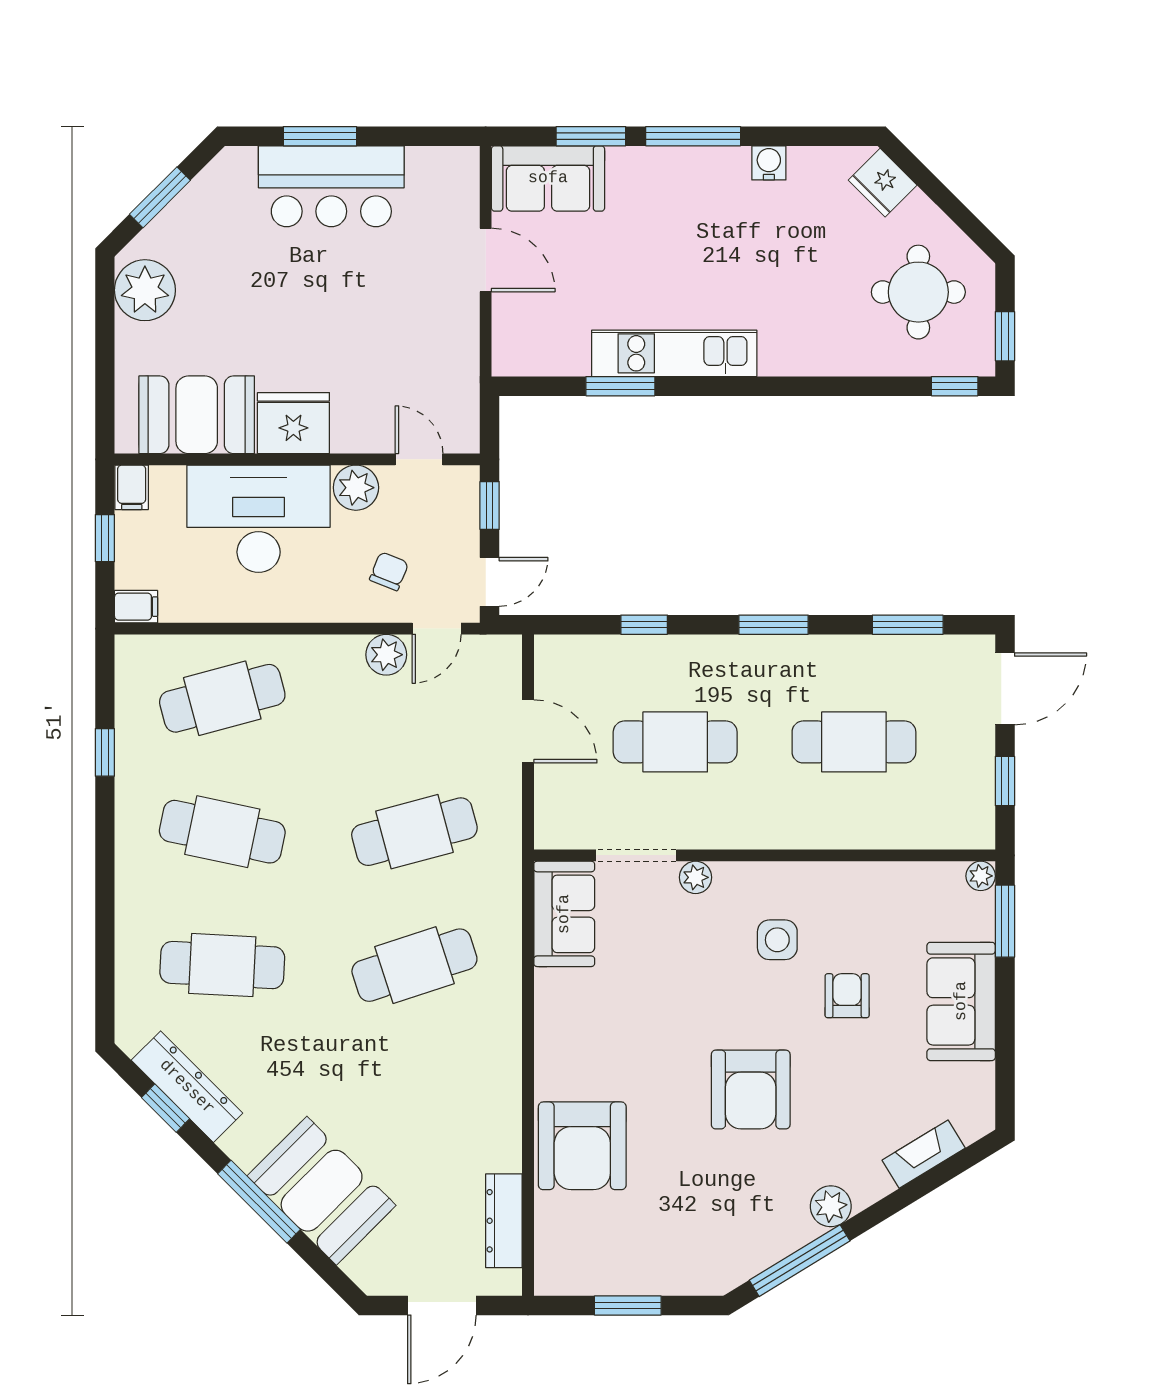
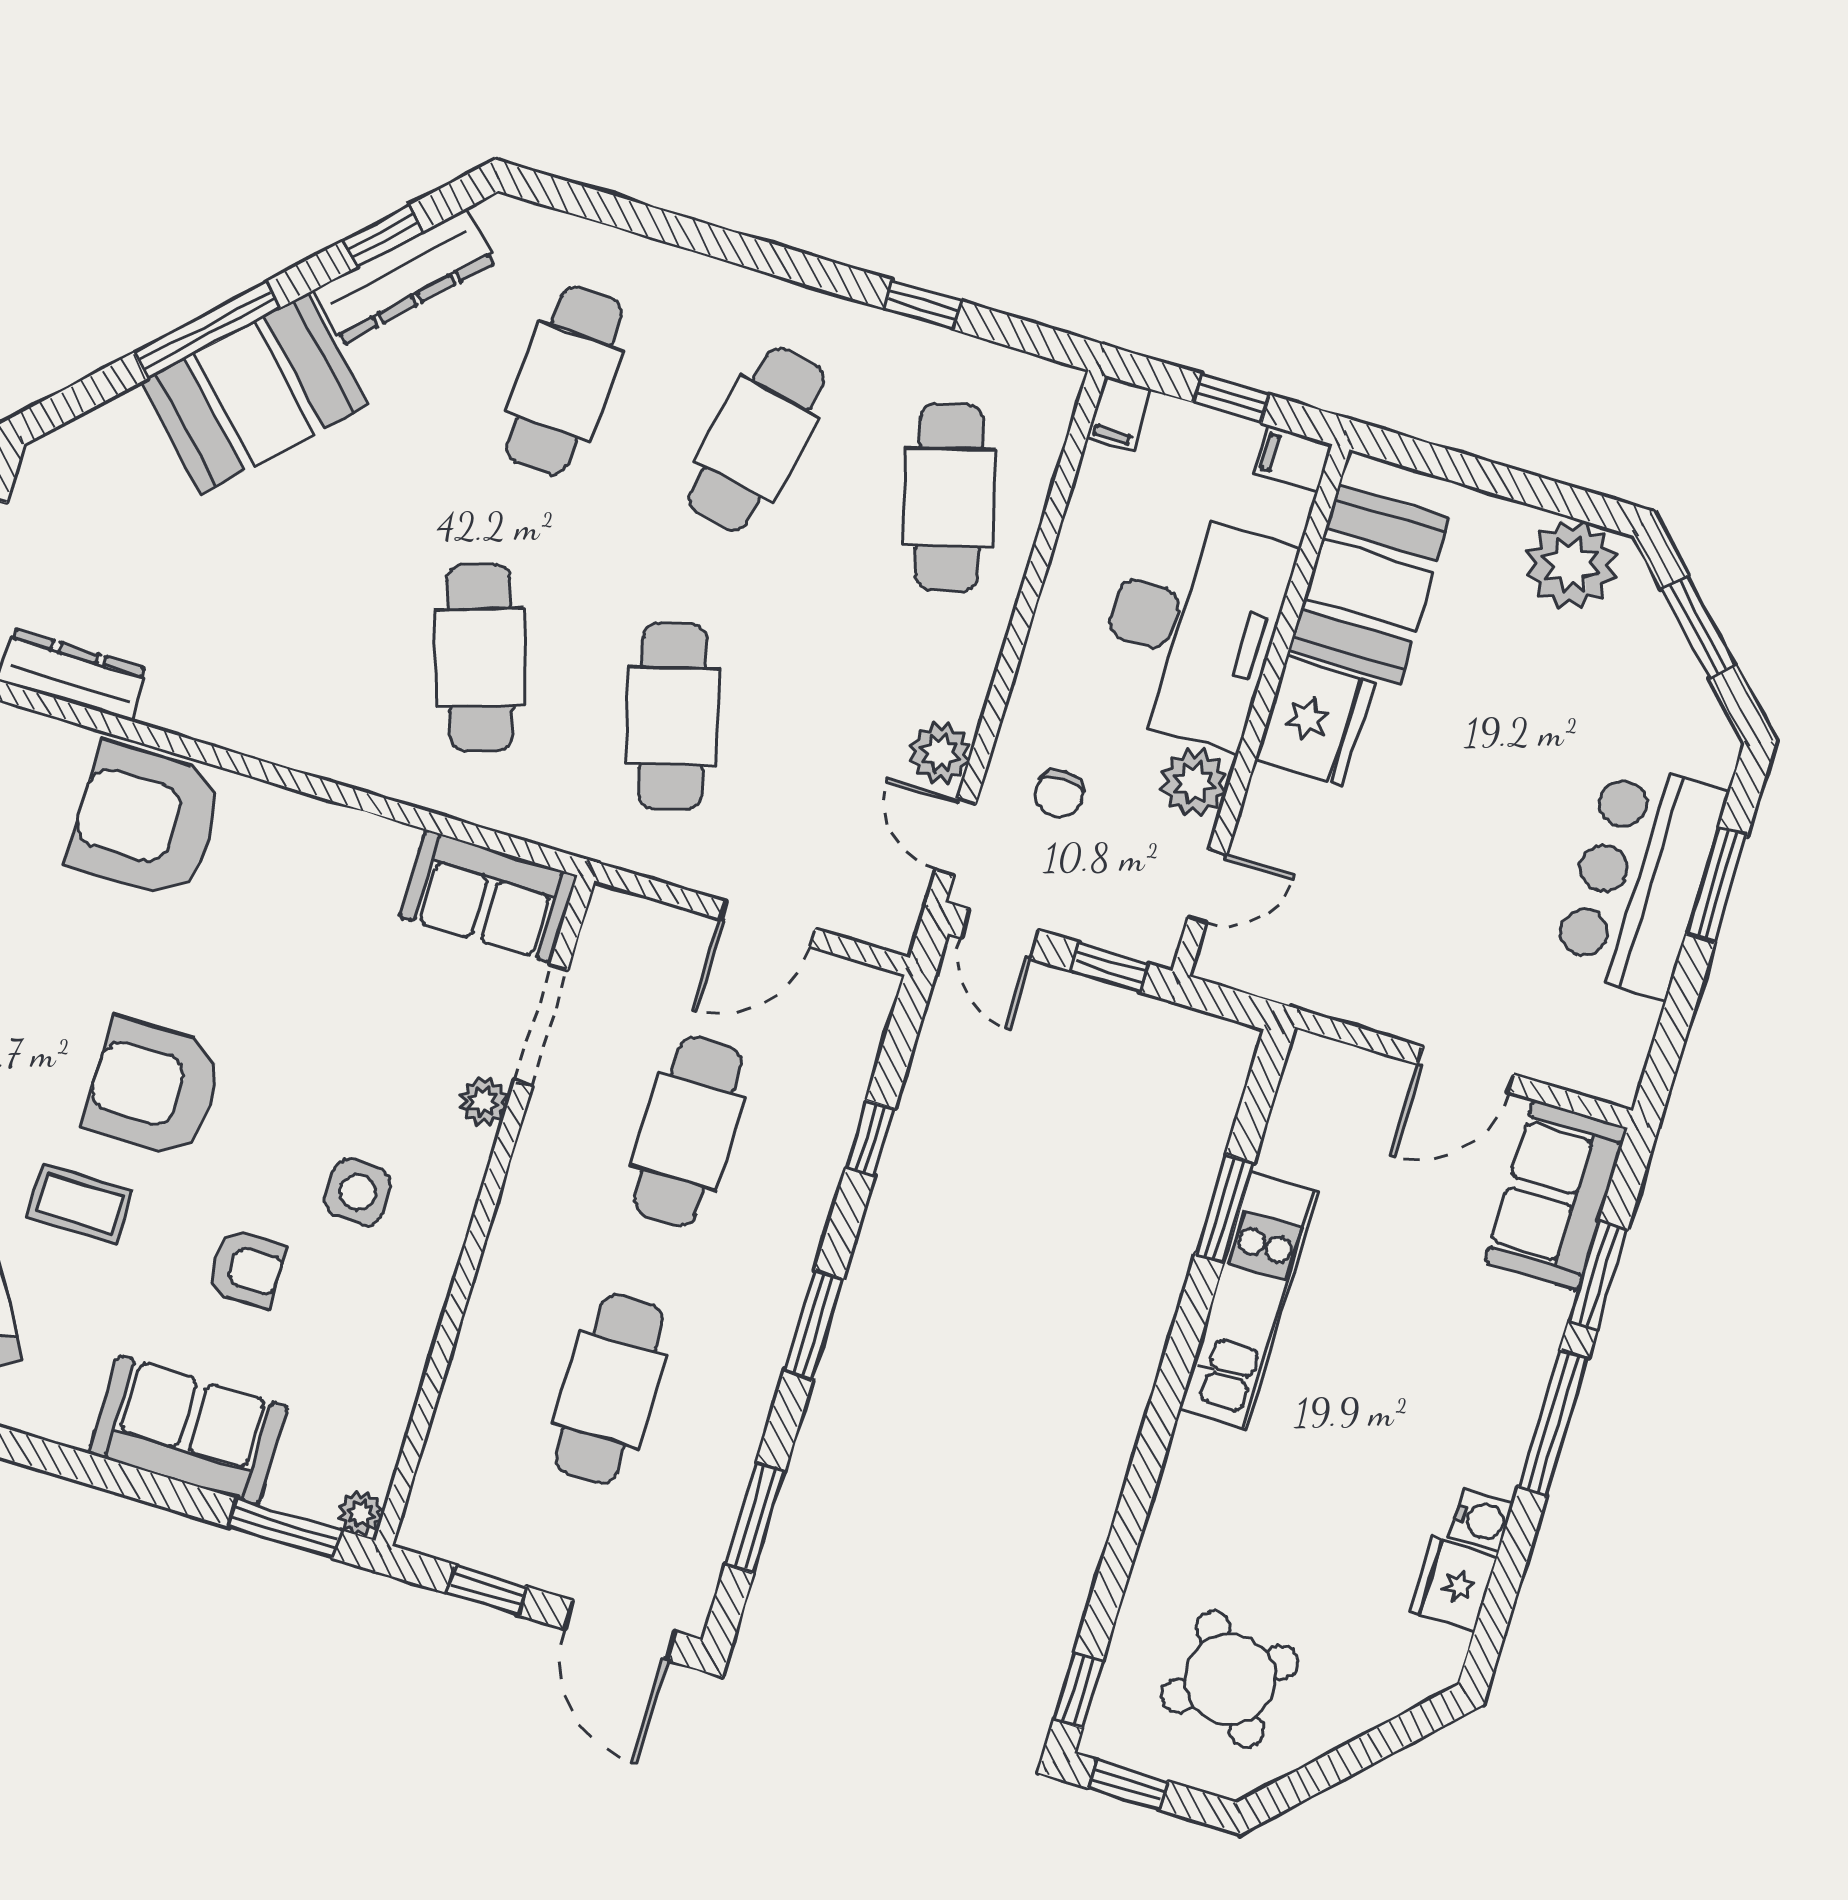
fridge: (883, 183) -> (1454, 1585), moved, turned -45
round table: (918, 292) -> (1230, 1679), turned -35
chair: (389, 571) -> (1059, 794), turned 68
coffee table: (838, 1114) -> (80, 1204), added
booth: (322, 1191) -> (254, 394), moved

